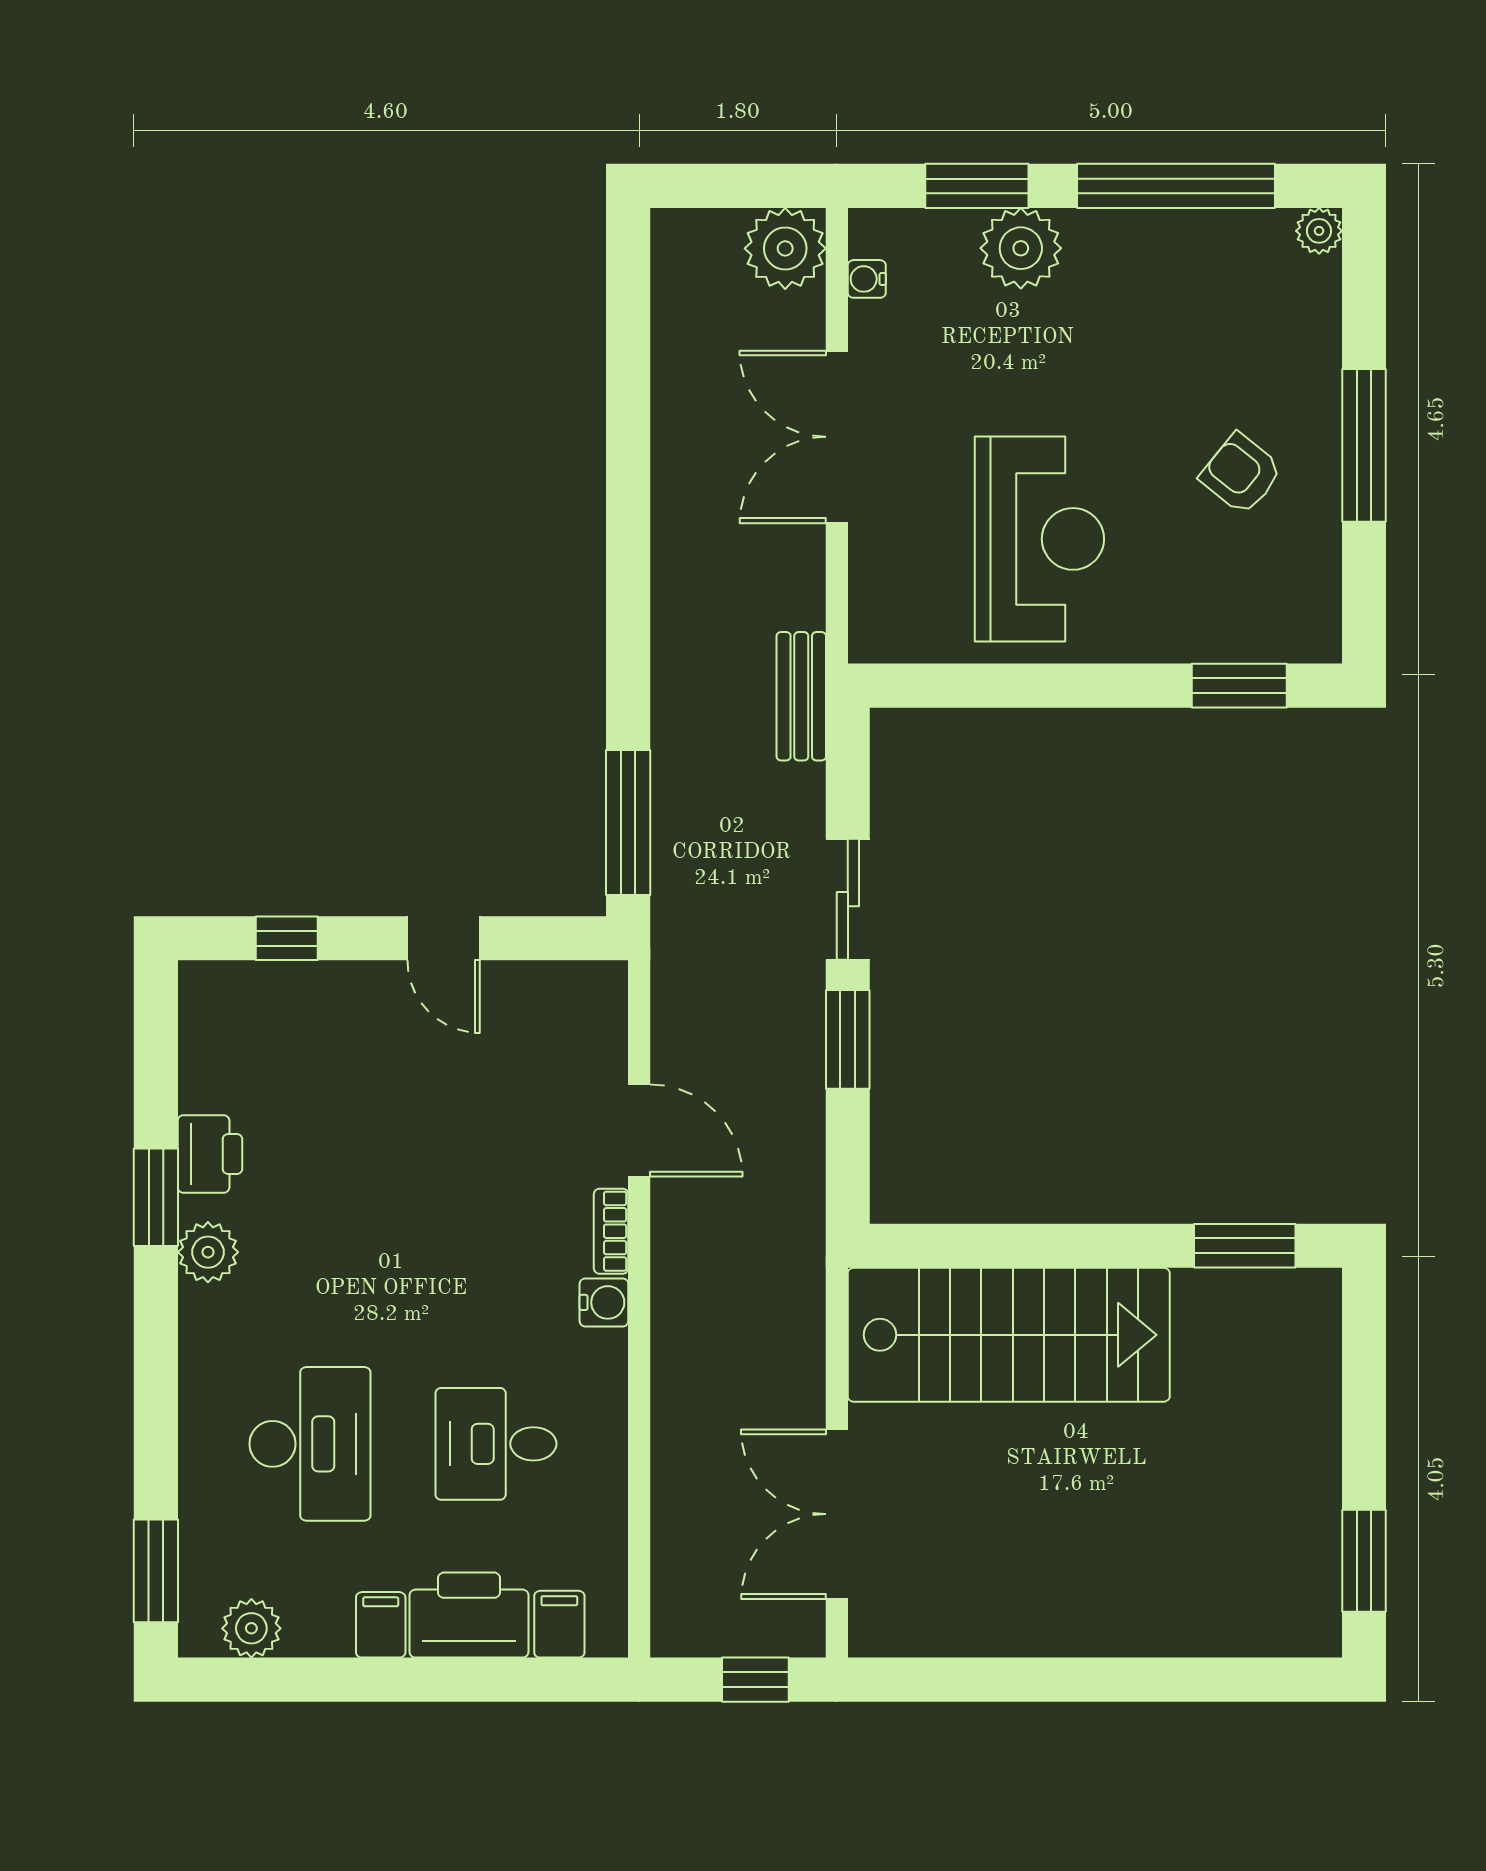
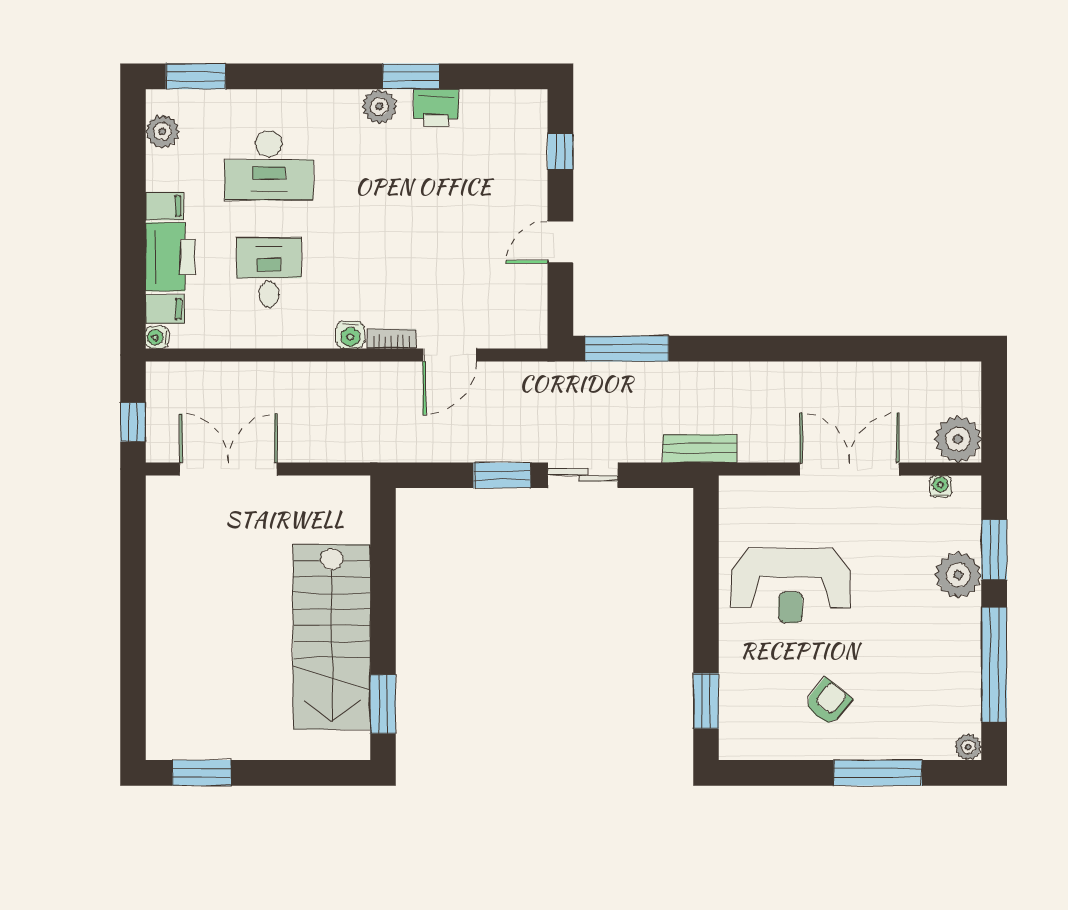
window: (1364, 445) -> (878, 773), moved
stairs: (1009, 1335) -> (332, 637), moved
water cooler: (608, 1638) -> (157, 337), added

